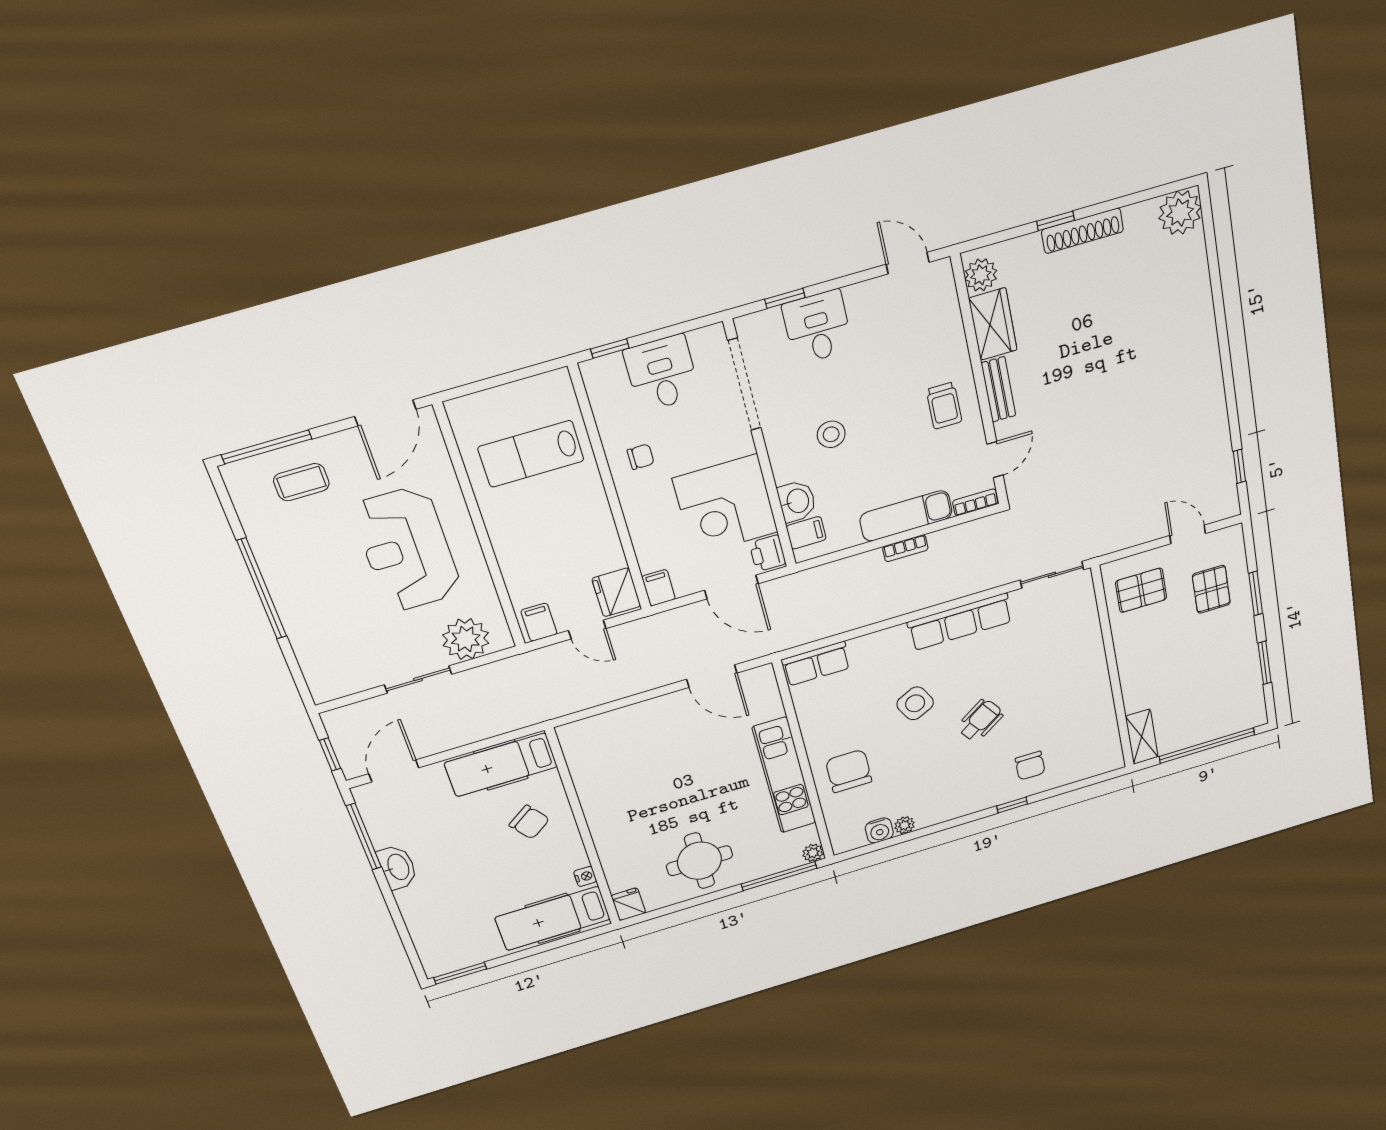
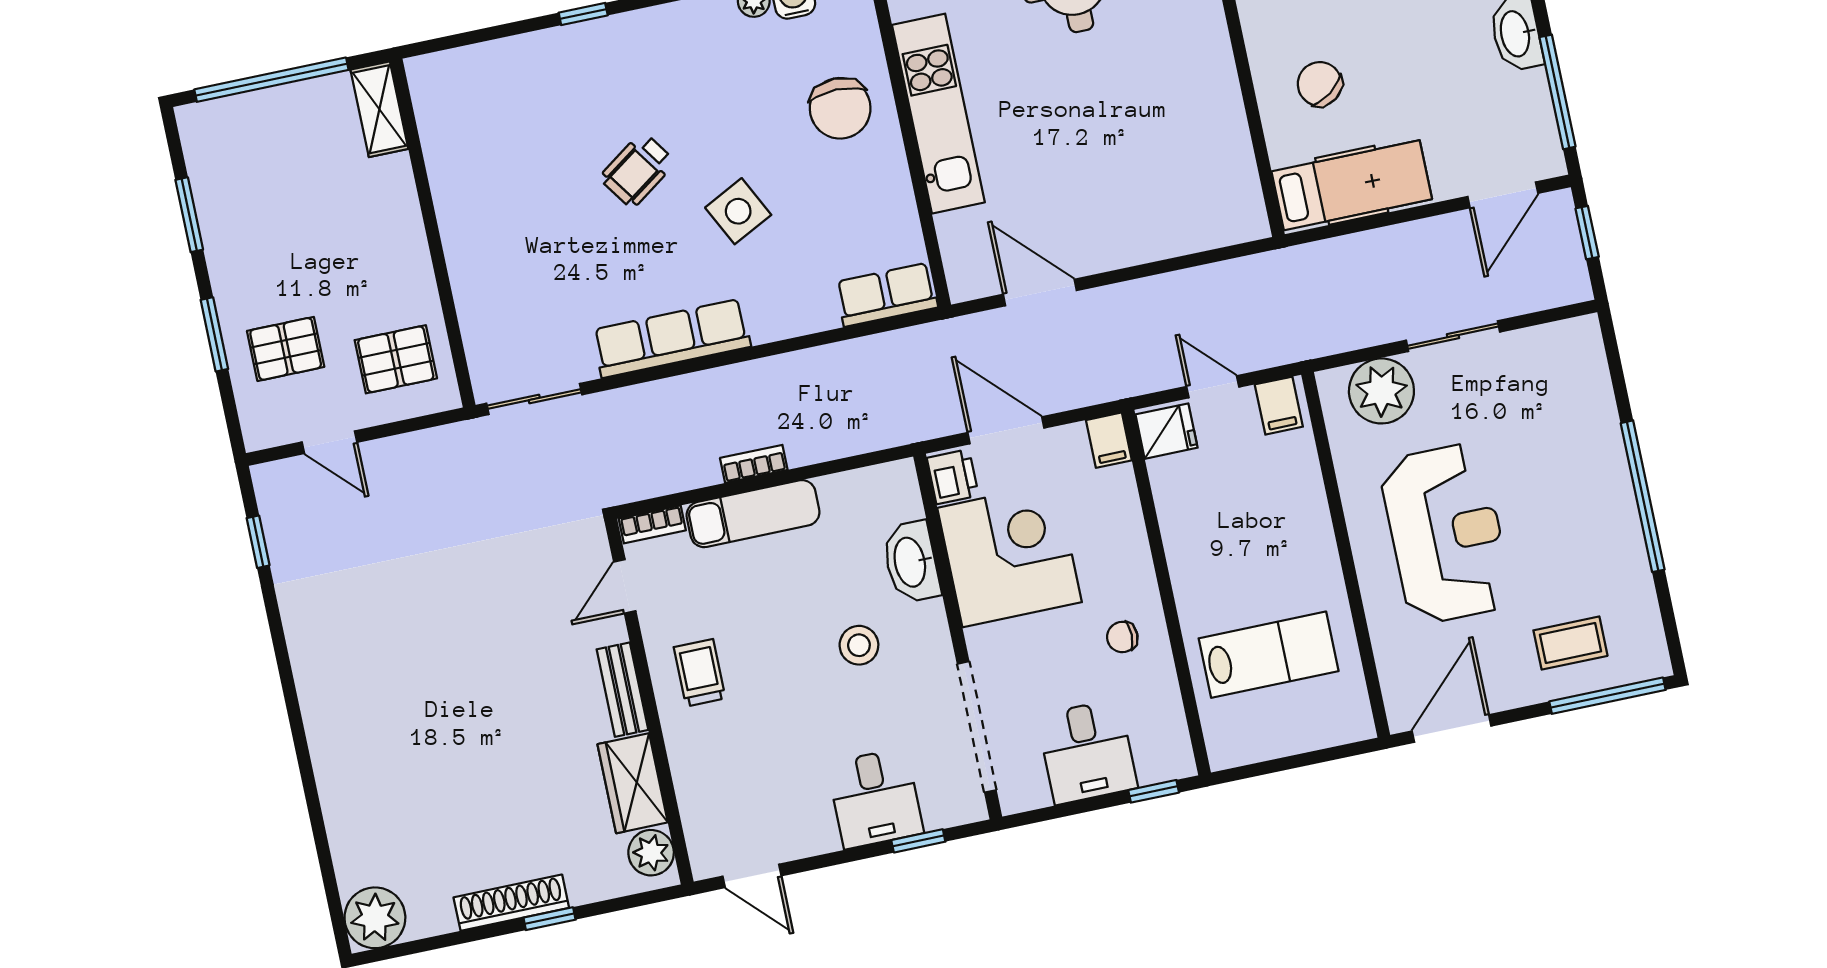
washbasin: (797, 501) -> (911, 562), width x1.38
filing cabinet: (806, 533) -> (897, 502), removed
pallet: (1211, 589) -> (286, 349), turned 90
fridge: (616, 592) -> (1166, 431), width x0.72
chair: (1030, 766) -> (557, 81), removed

